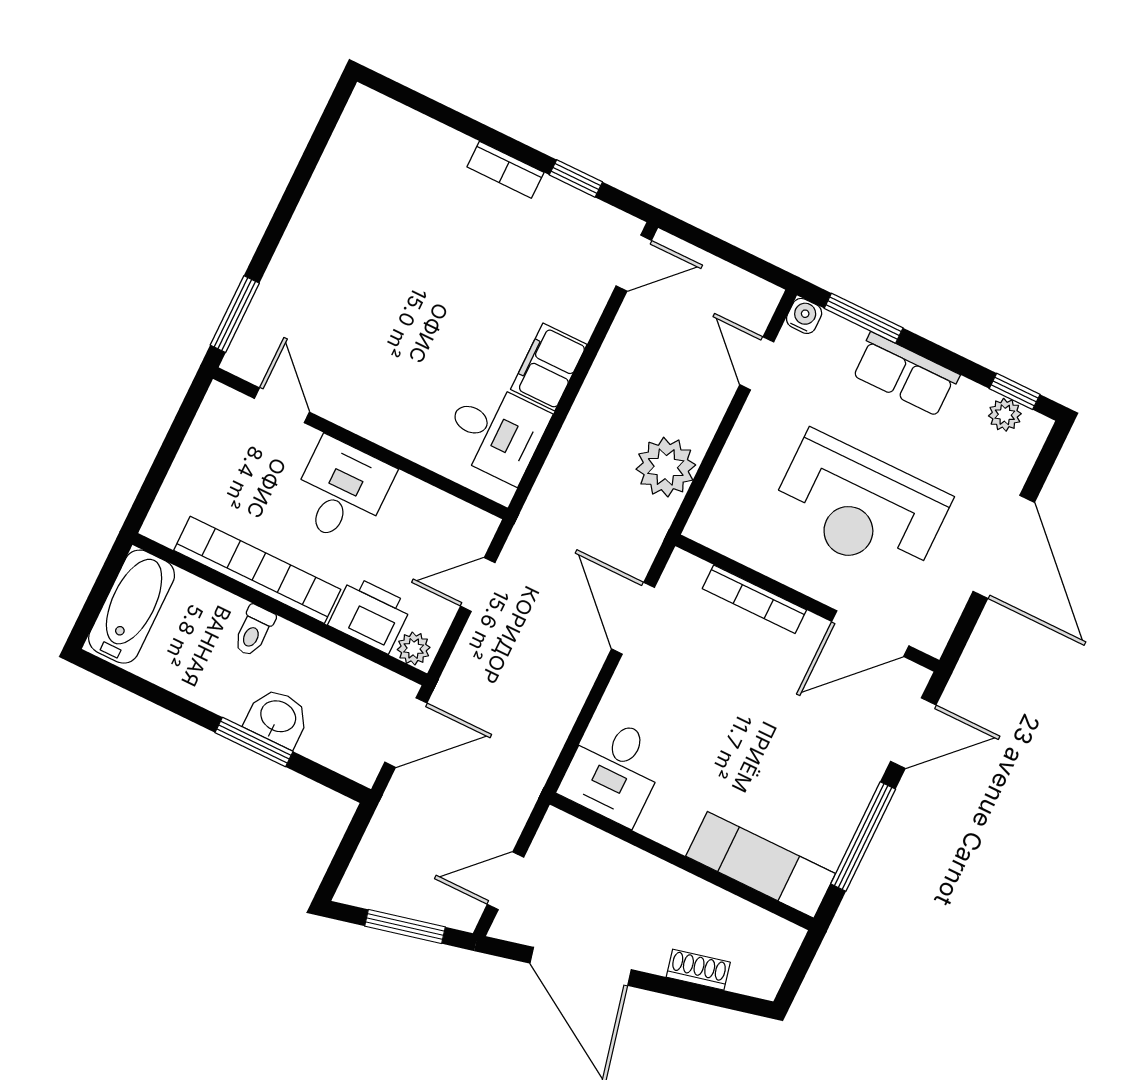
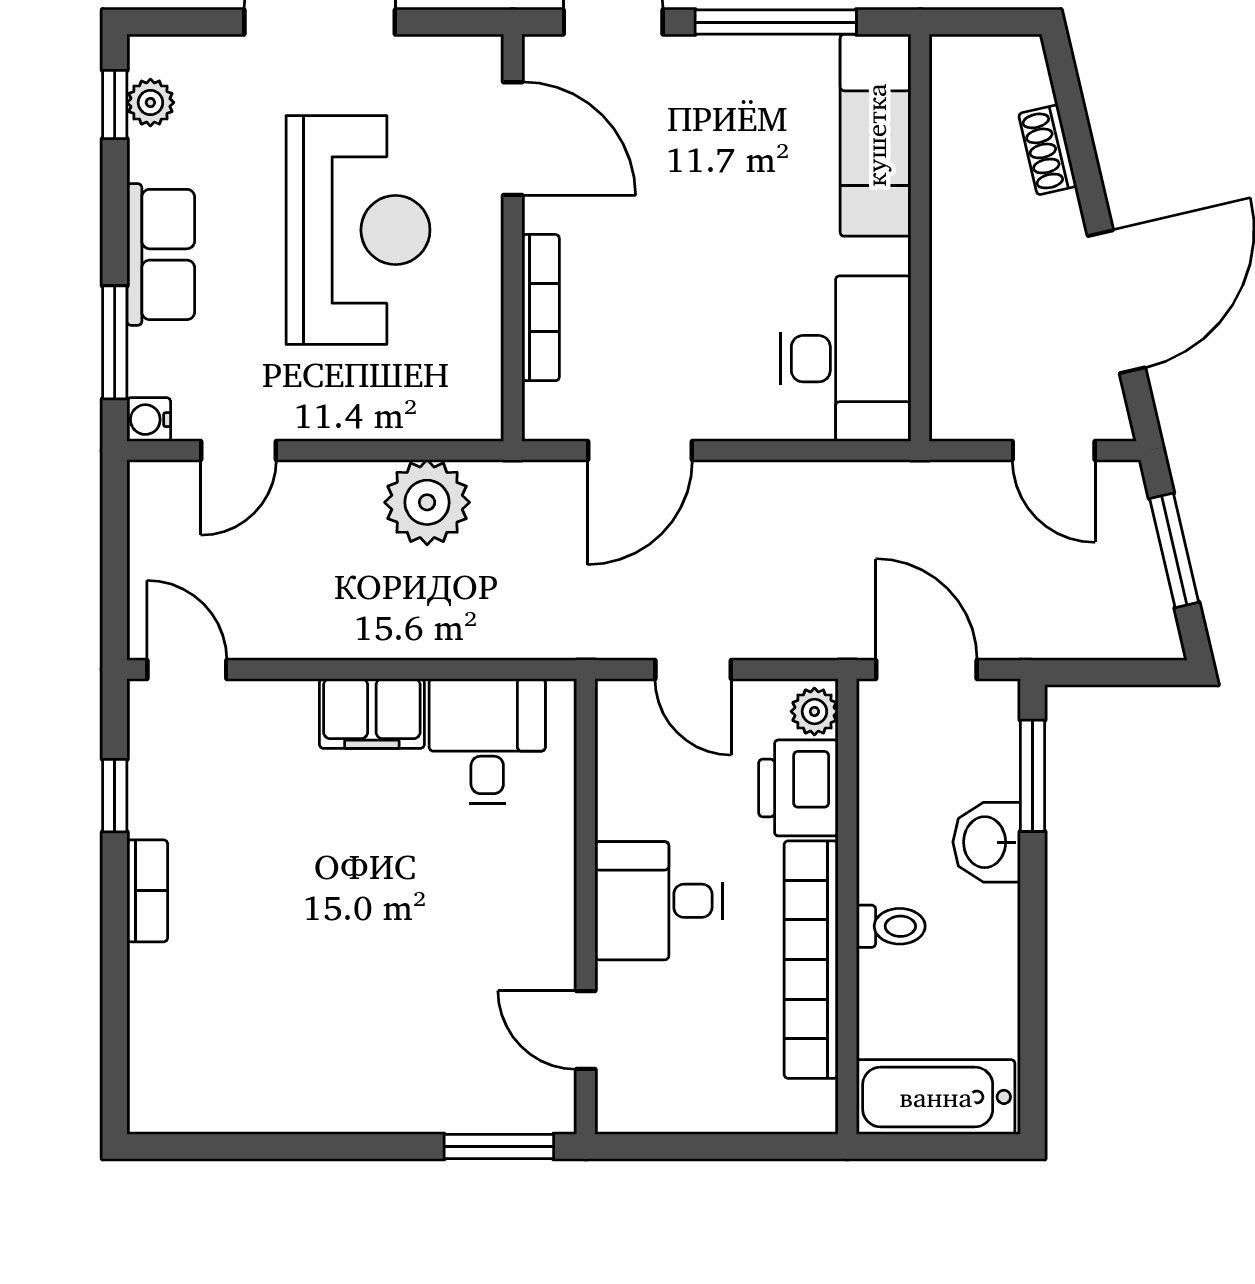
door: (282, 405) -> (586, 1030), hinge flipped
window: (254, 742) -> (1033, 776), moved
desk: (614, 770) -> (846, 359), width x1.37

